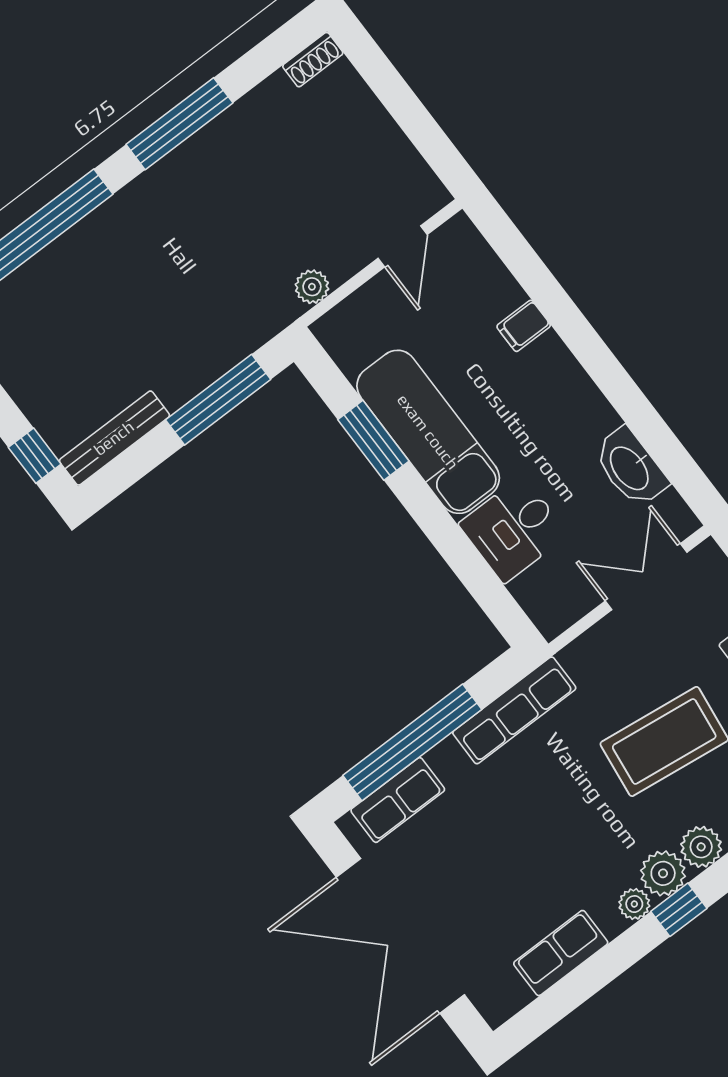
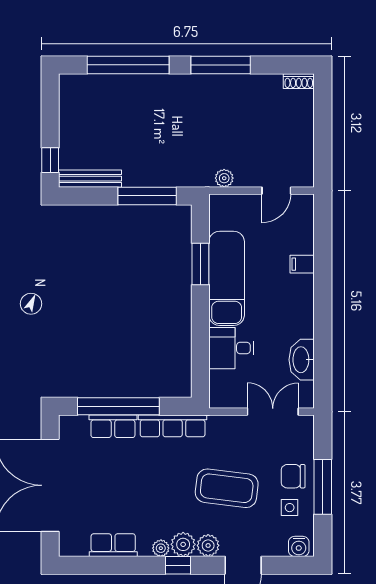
row of seats: (398, 800) -> (113, 426), moved

